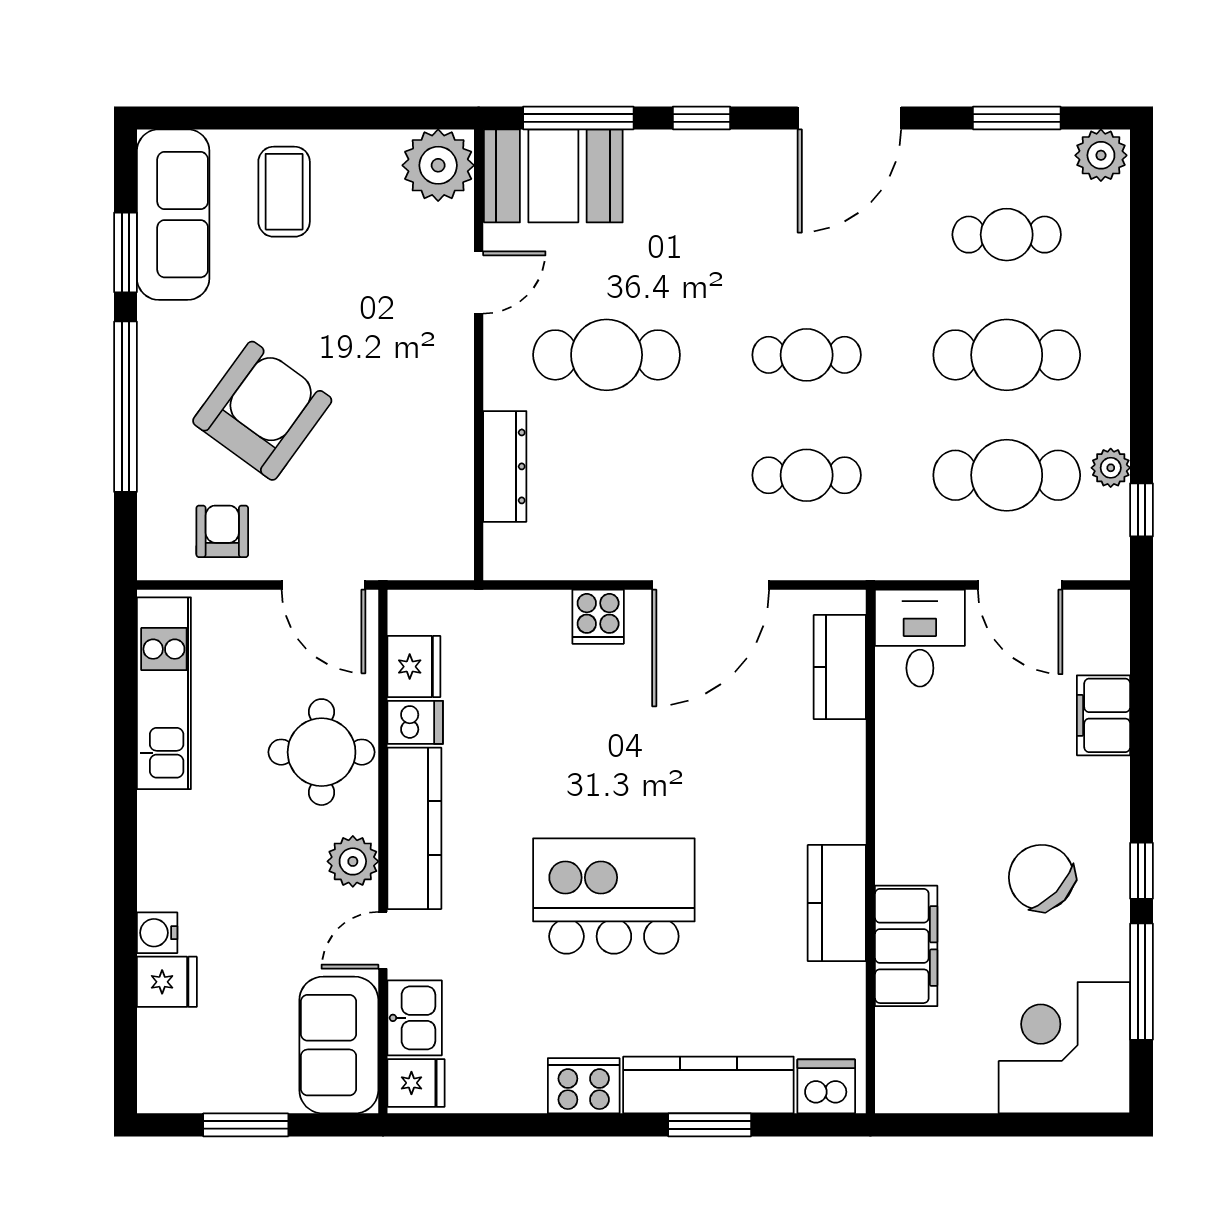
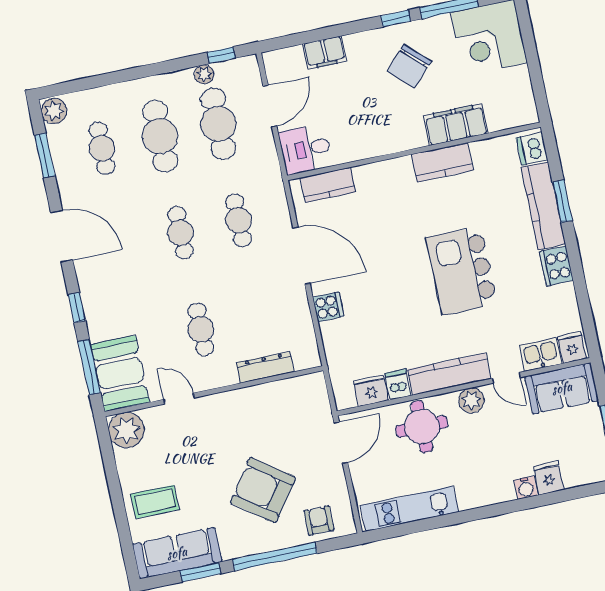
cafe table: (607, 355) -> (201, 329), width x0.73, depth x0.74
armchair: (222, 531) -> (319, 520), moved, turned 90

